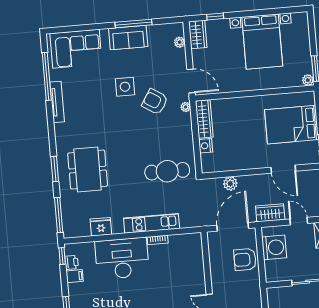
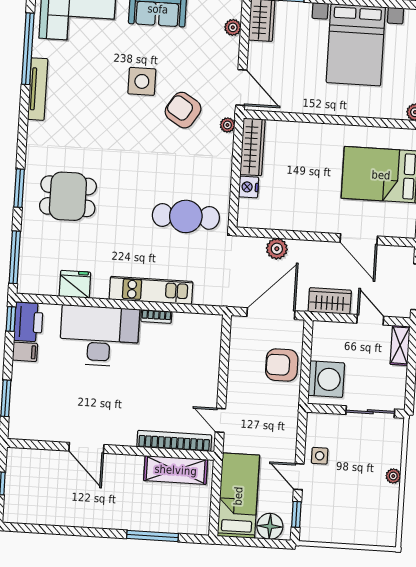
dining table: (88, 170) -> (68, 196), width x0.73
washing machine: (274, 247) -> (326, 379), moved
printer: (72, 262) -> (28, 322), width x1.87, depth x1.48

